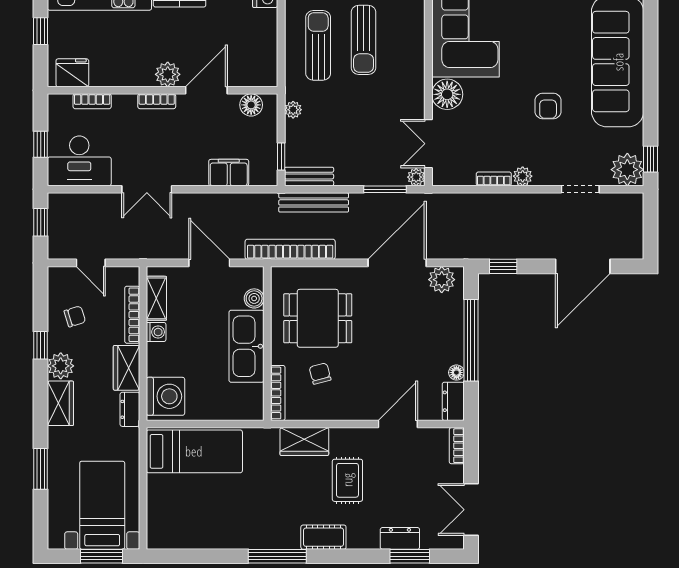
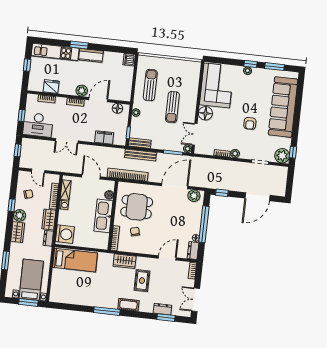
sun lounger: (364, 40) -> (172, 107), moved
fridge: (72, 73) -> (51, 87), moved

